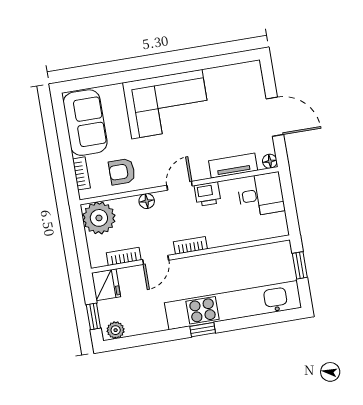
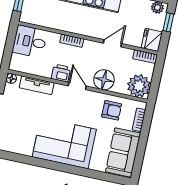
door: (180, 186) -> (77, 86), swing flipped
desk: (261, 195) -> (30, 41), moved
floor lamp: (147, 201) -> (104, 80), width x1.89, depth x1.89
bookcase: (190, 245) -> (72, 41), moved
bookcase: (124, 256) -> (145, 57), moved

